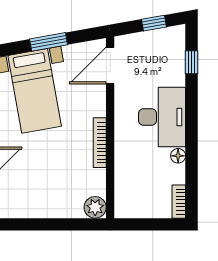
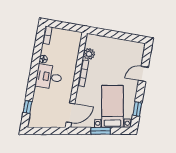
window: (154, 23) -> (44, 131), removed
desk: (162, 117) -> (49, 77), width x0.73
plant: (95, 207) -> (89, 54), moved

